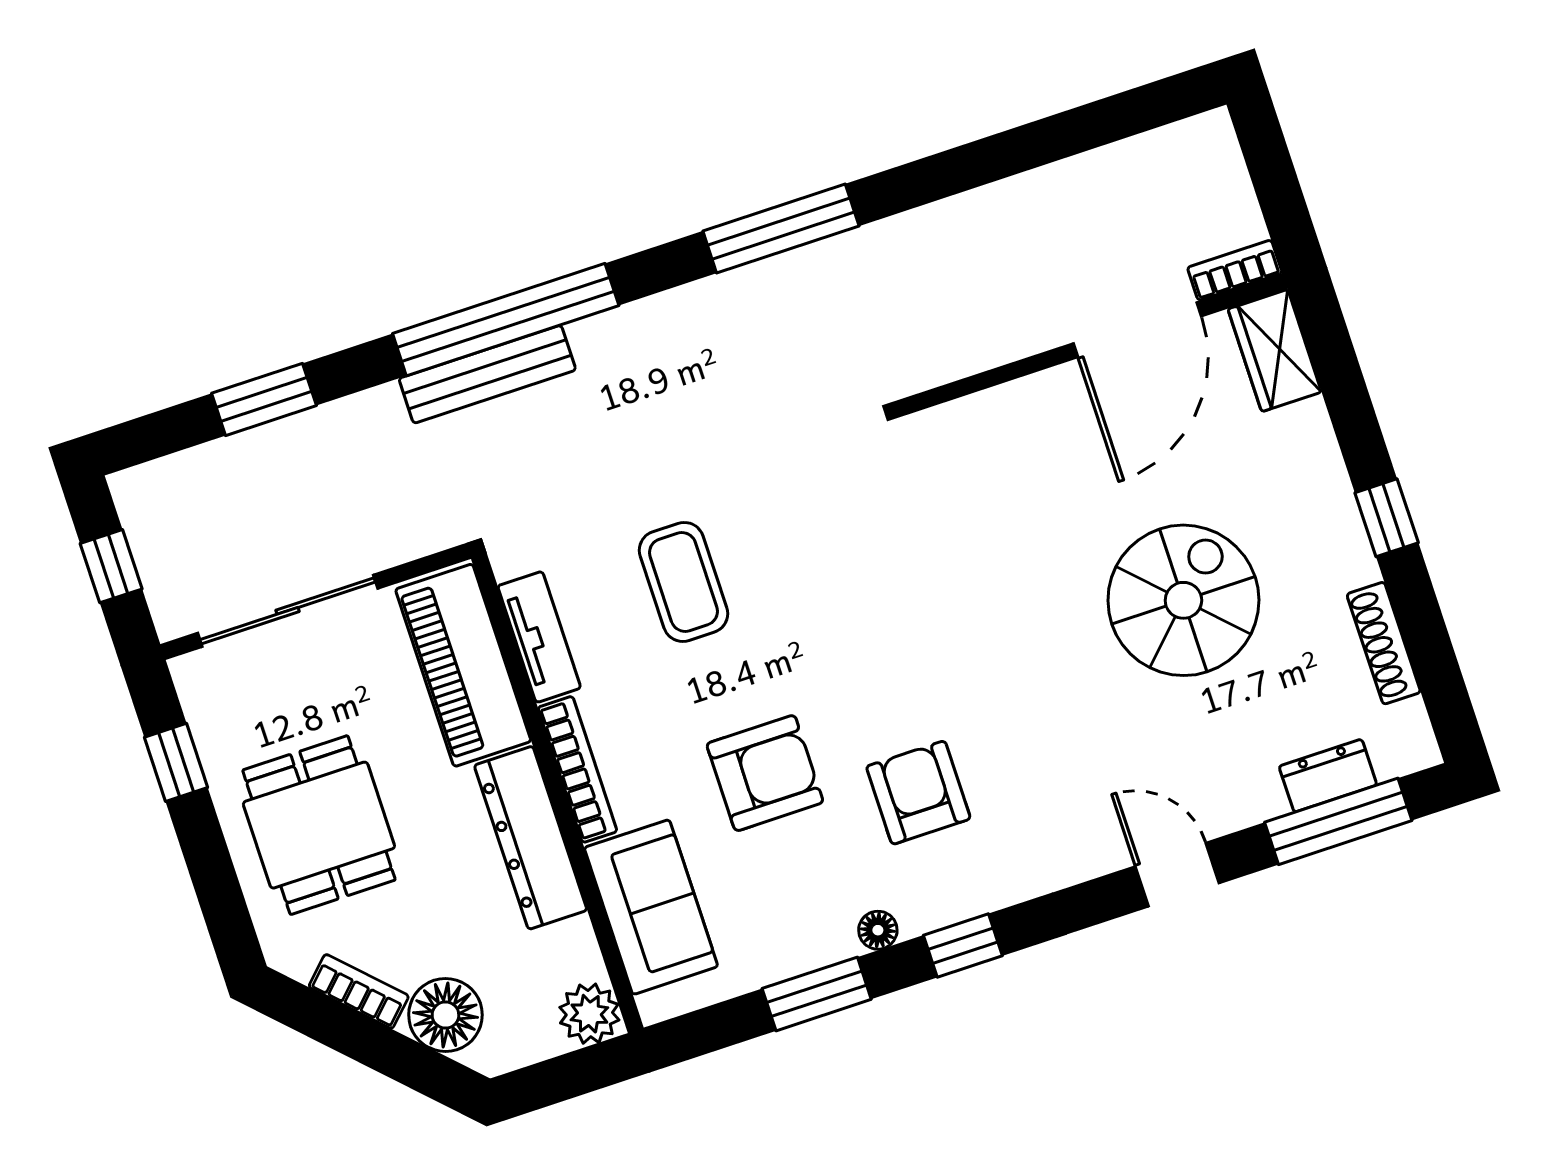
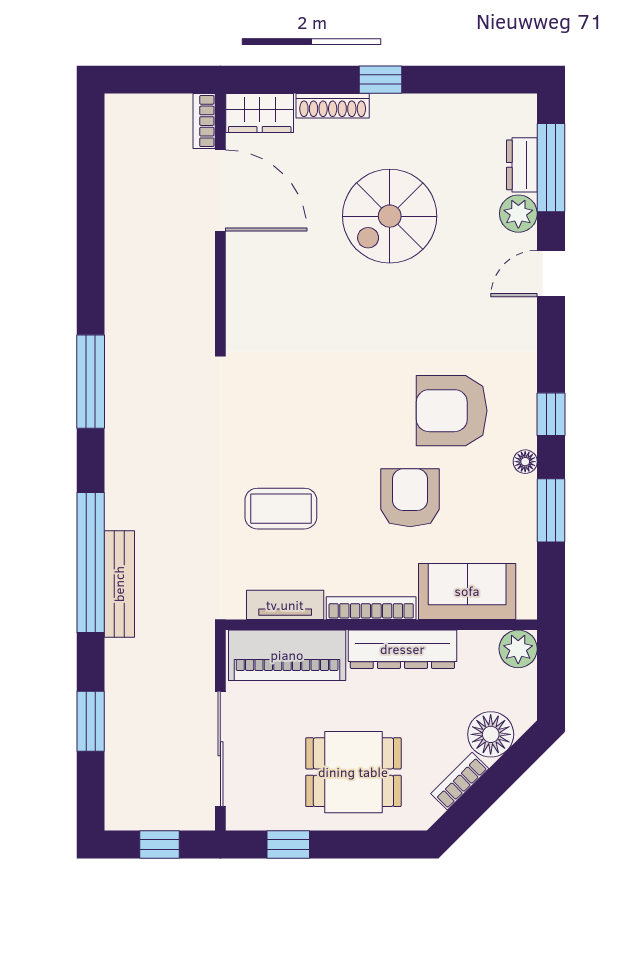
spiral stairs: (1183, 600) -> (390, 216), turned -90
shoe rack: (1384, 643) -> (333, 106), moved
armchair: (918, 793) -> (452, 411), width x1.36, depth x1.36
plant: (1252, 795) -> (518, 214), added

